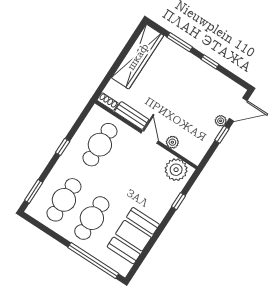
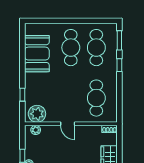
bench: (132, 116) -> (88, 130), removed
plant: (172, 142) -> (36, 130), moved
window: (63, 147) -> (119, 65), moved
window: (93, 260) -> (52, 21), removed

